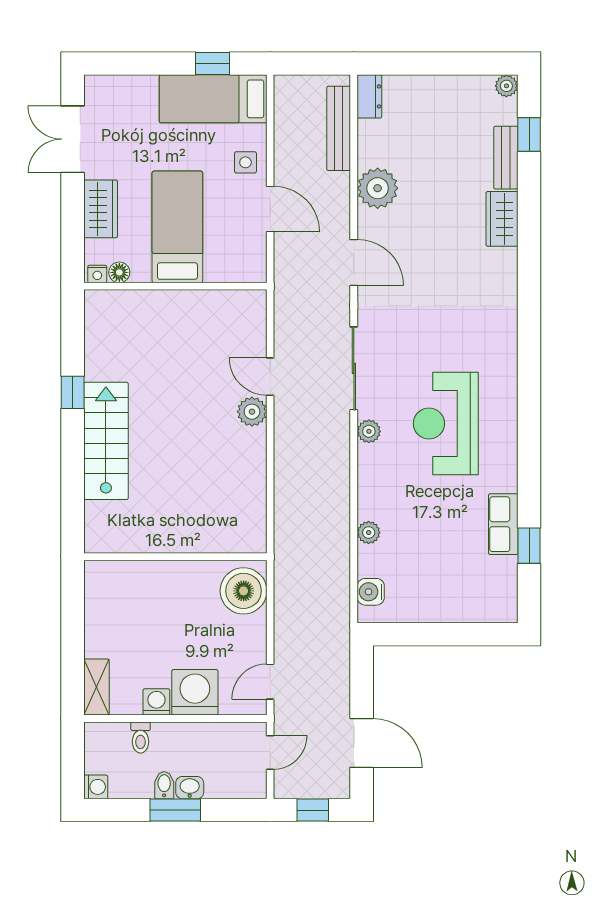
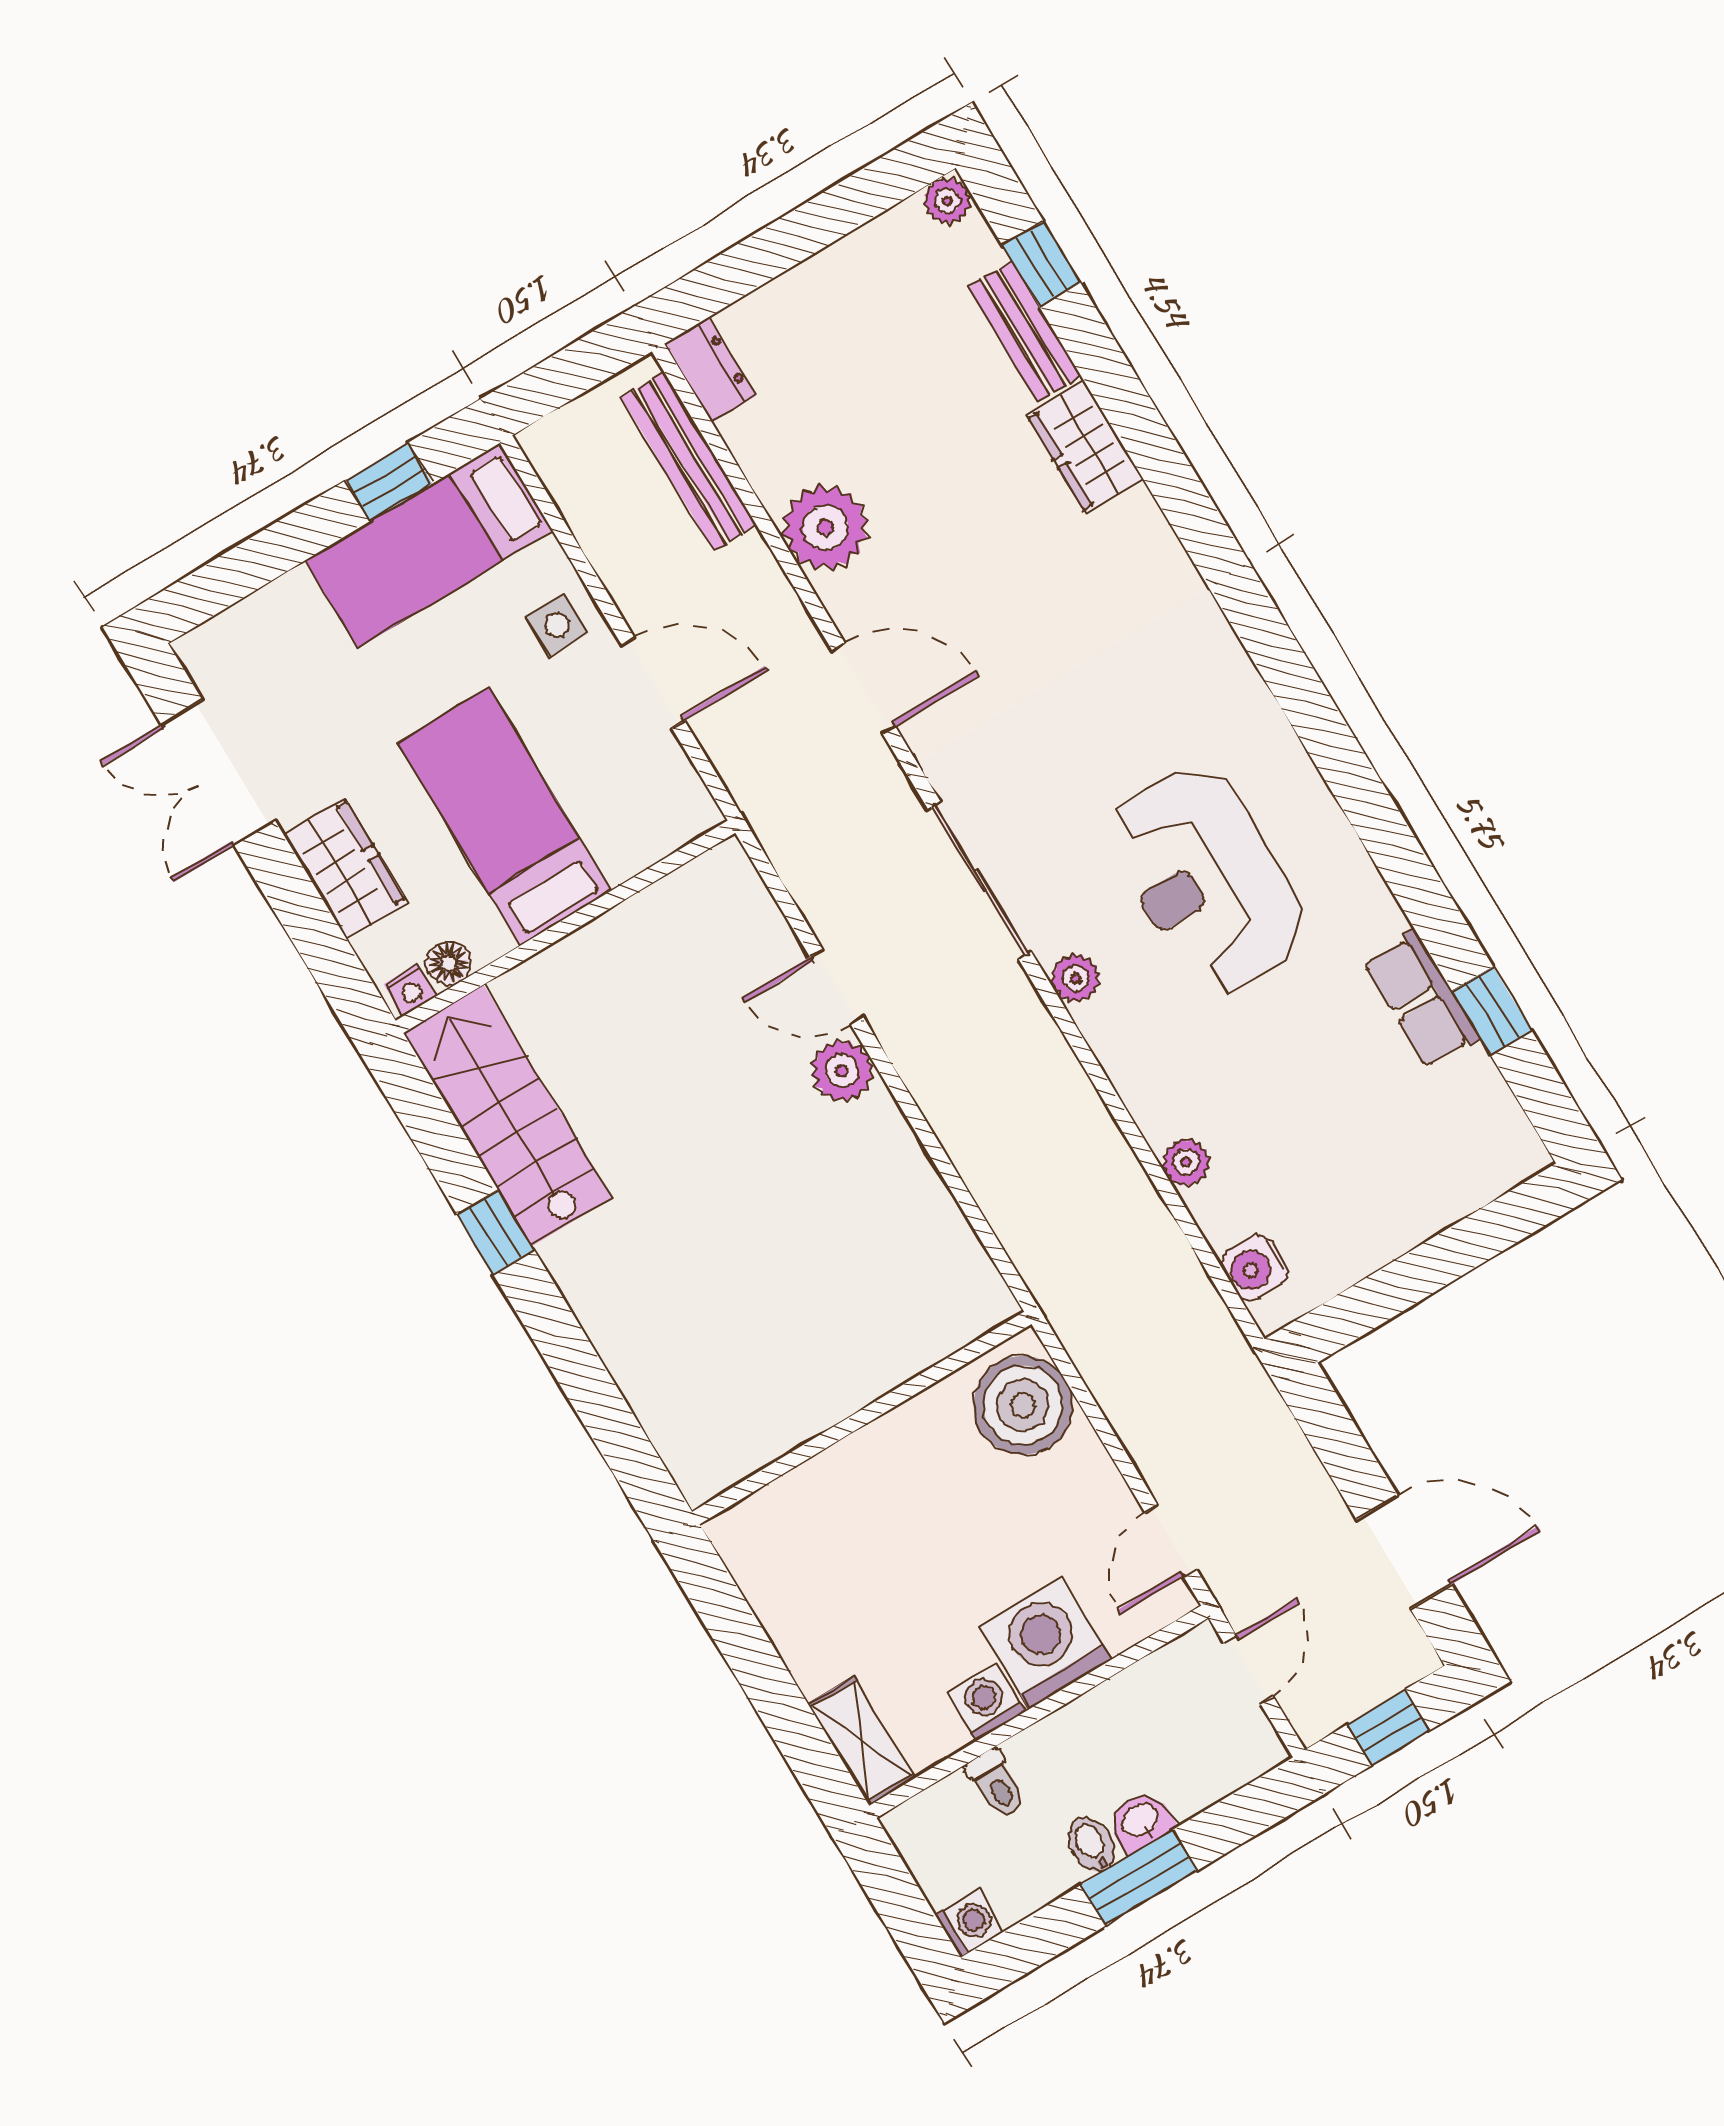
stairs: (106, 441) -> (508, 1115), moved

